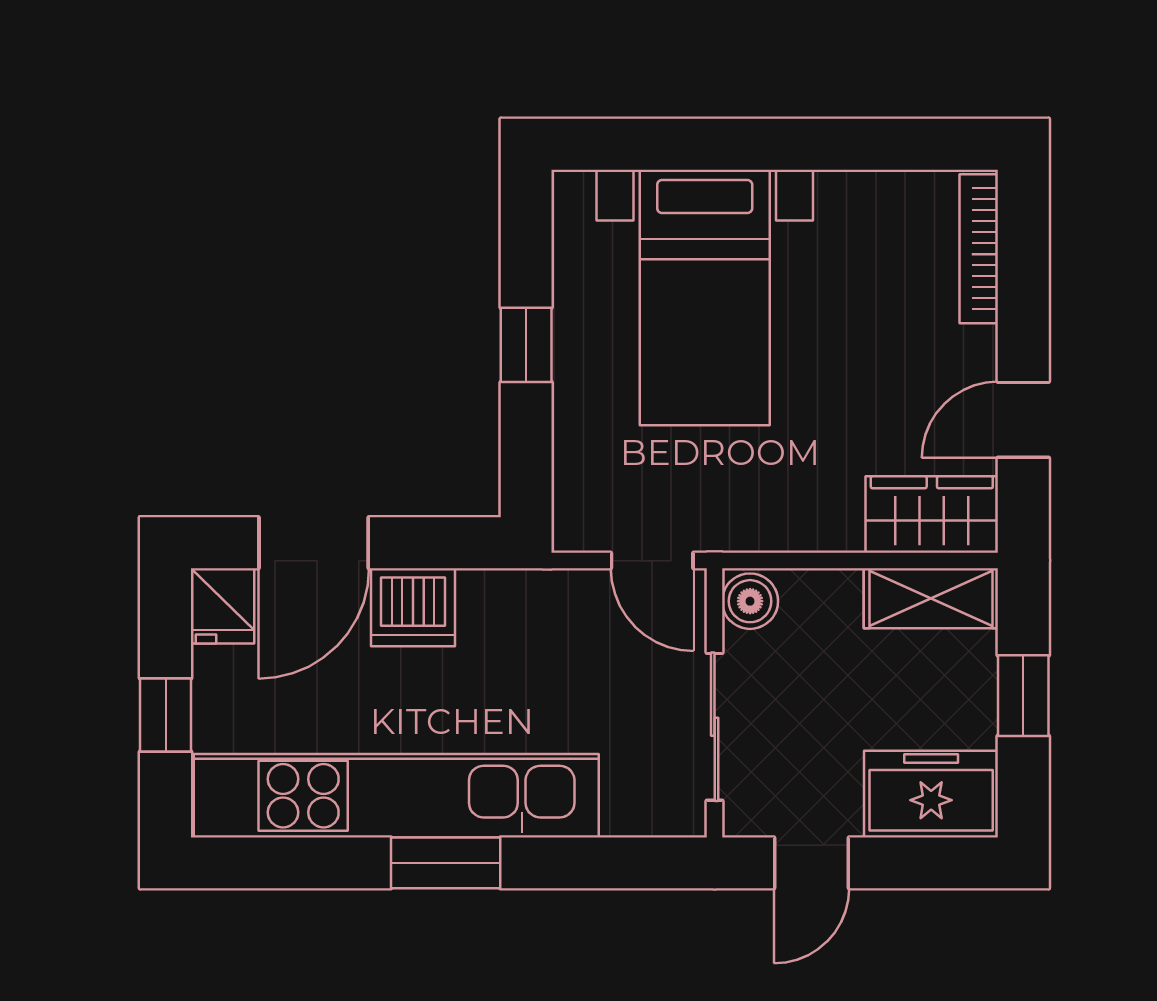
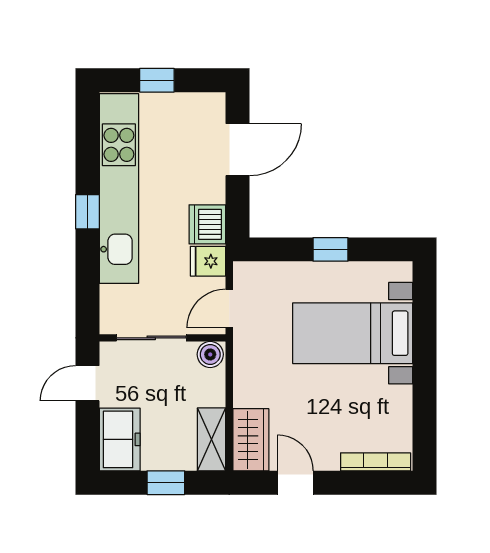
door: (314, 543) -> (238, 150), swing flipped
fridge: (222, 606) -> (208, 261), moved
dishwasher: (413, 607) -> (207, 224), moved
window: (446, 863) -> (87, 212), width x0.67
door: (811, 863) -> (87, 383), hinge flipped

